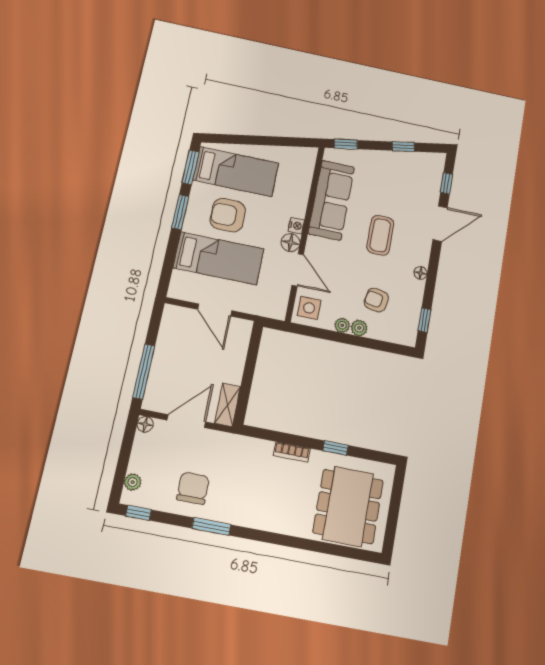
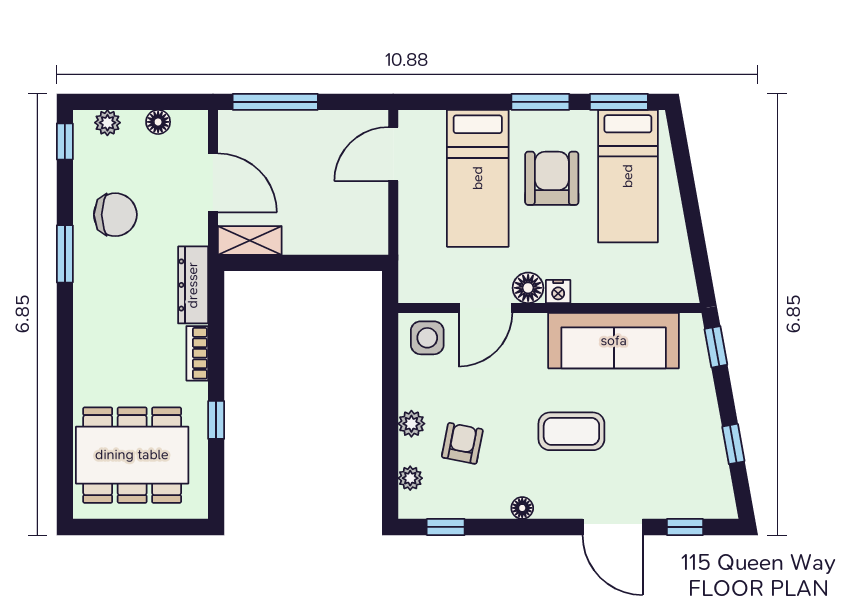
door: (215, 310) -> (393, 154), moved
plant: (342, 325) -> (410, 478), moved
floor lamp: (145, 424) -> (158, 122), moved
dresser: (248, 446) -> (193, 285), added

